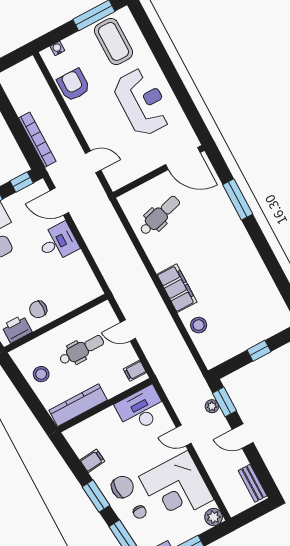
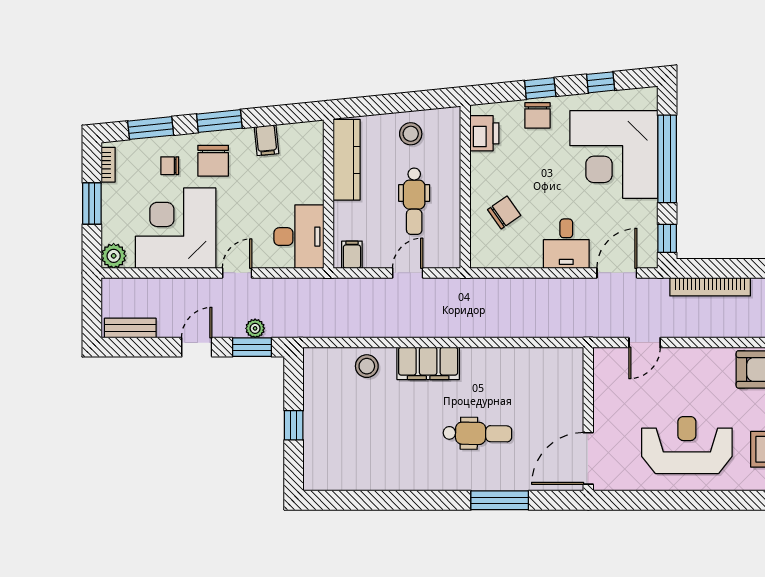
reception desk: (142, 102) -> (687, 445), turned 180
dental chair: (160, 215) -> (477, 433), moved, turned -73
chair: (38, 309) -> (504, 212), moved, turned 55

